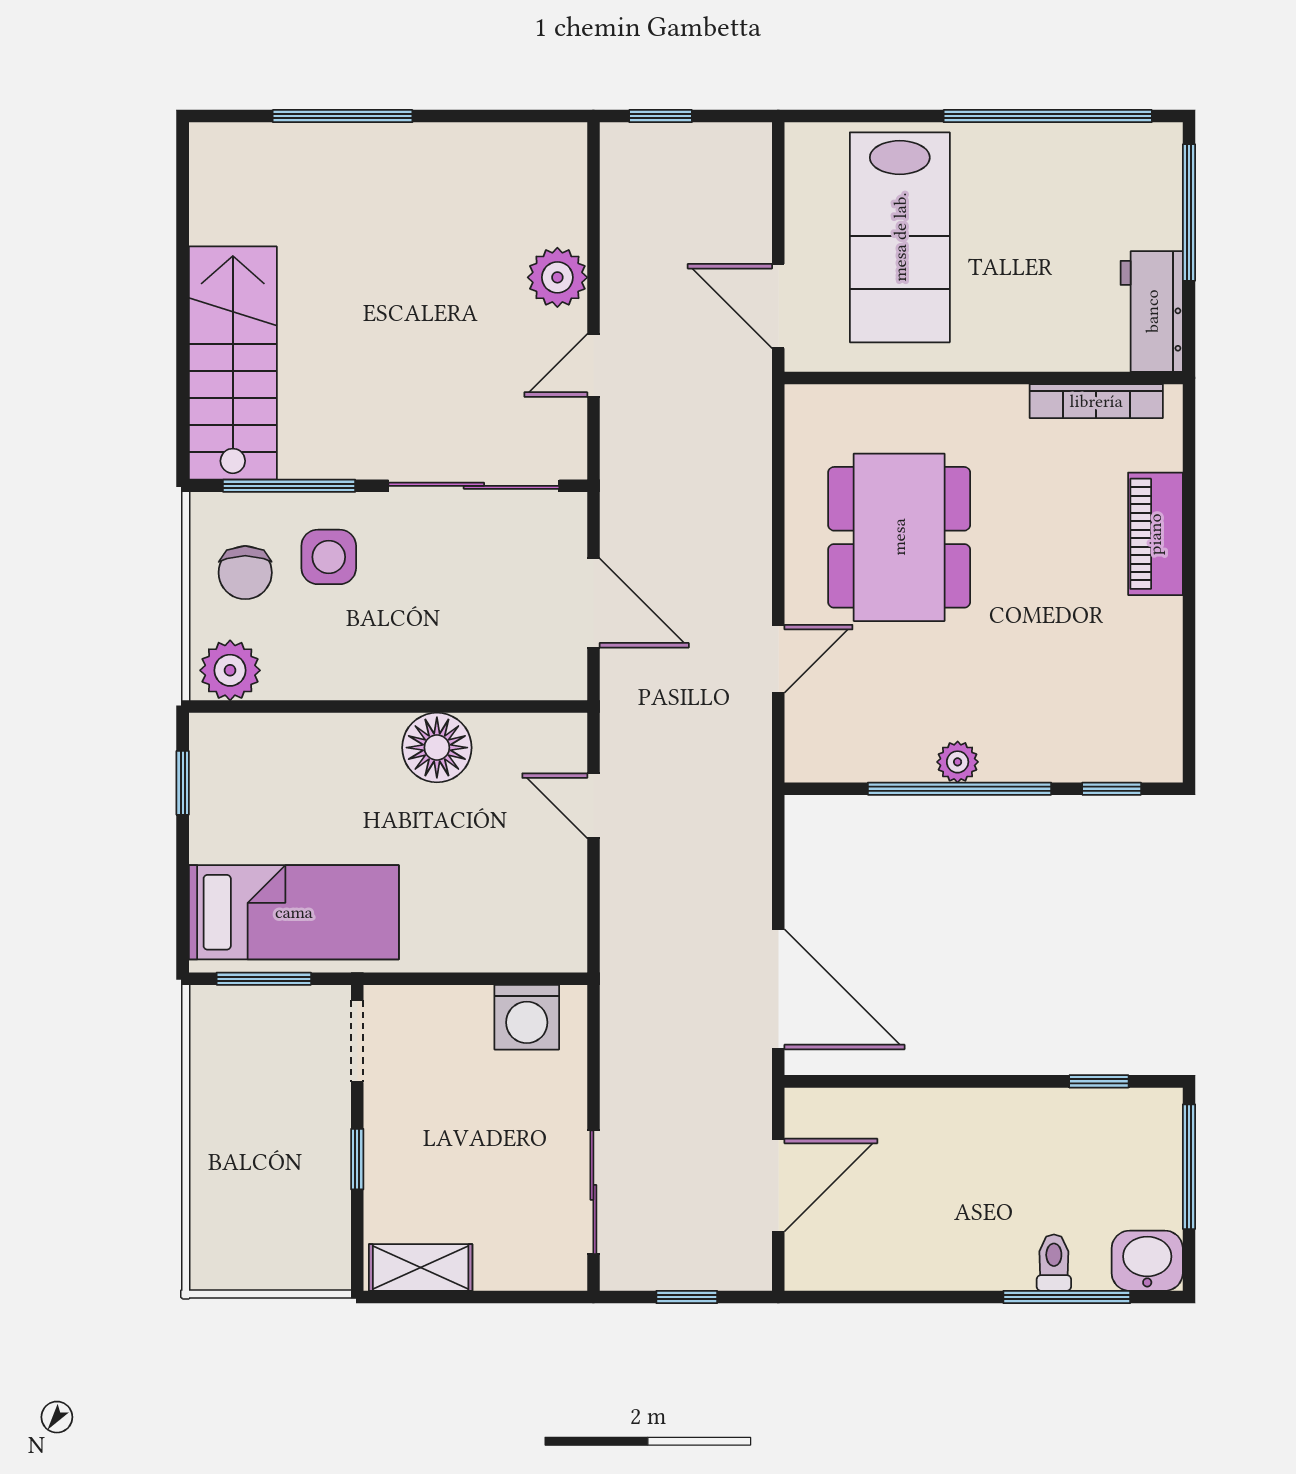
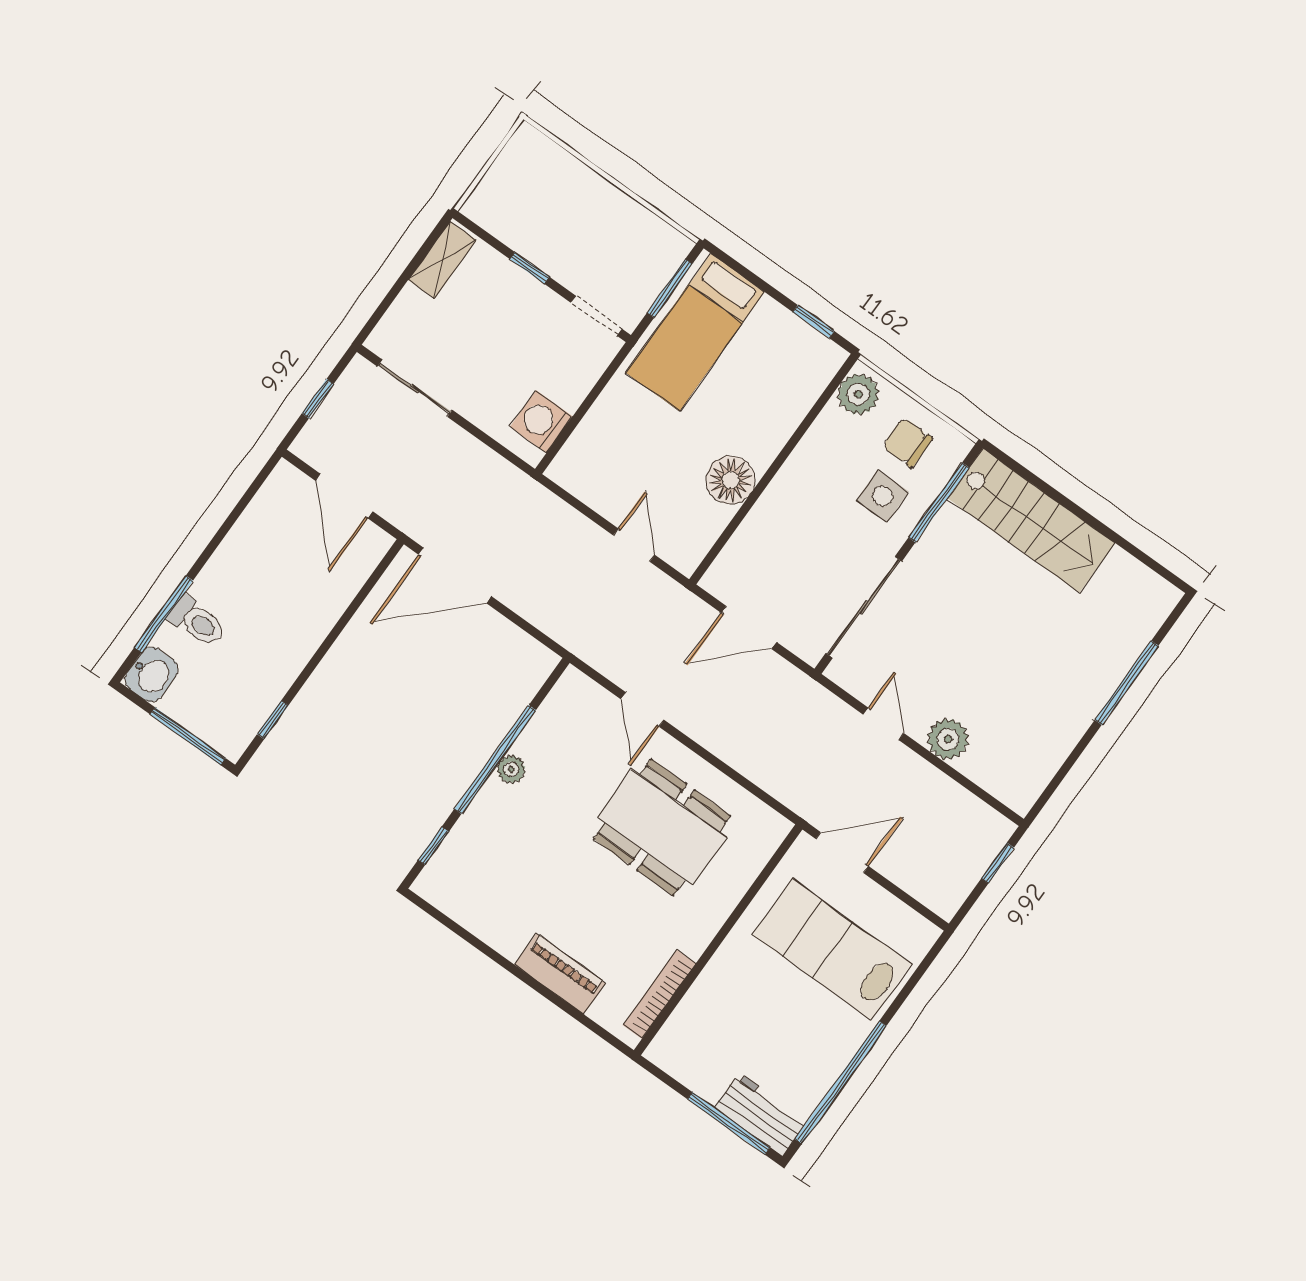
workbench: (1152, 311) -> (761, 1114), moved
door: (593, 806) -> (634, 545), hinge flipped
toilet: (1054, 1263) -> (197, 621), width x1.37, depth x1.39

